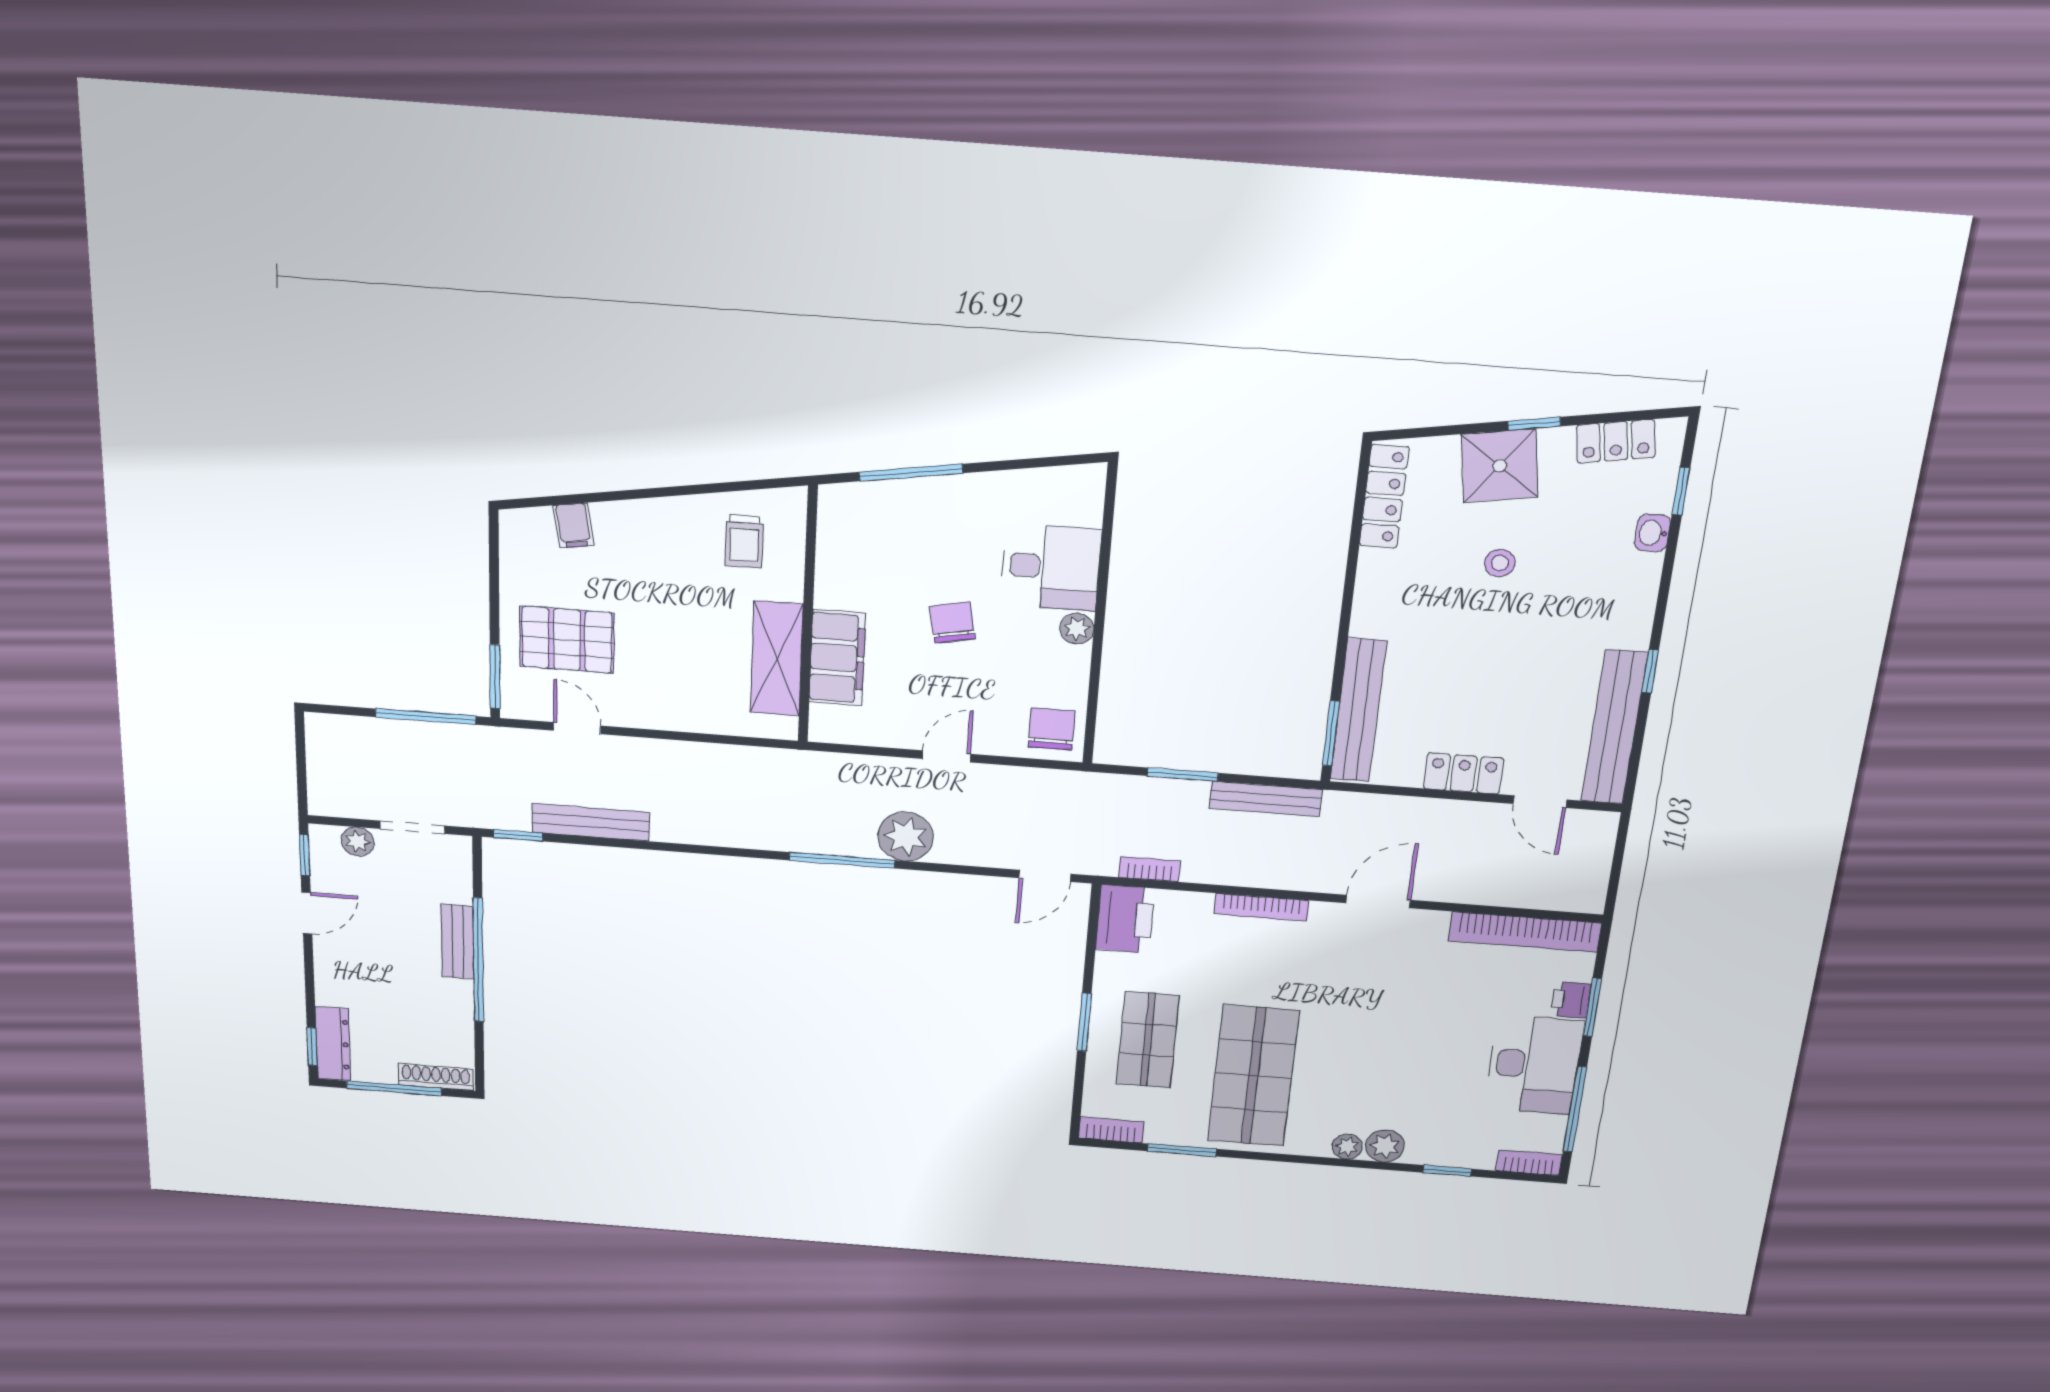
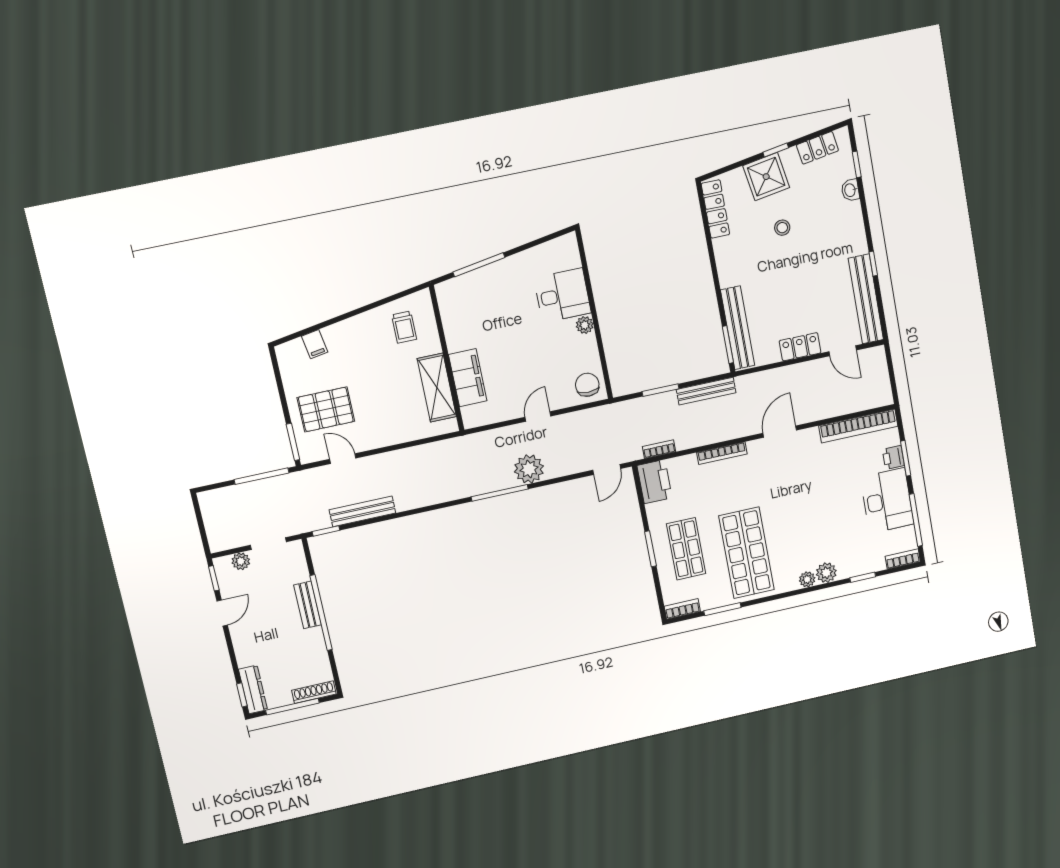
chair: (952, 623) -> (521, 341), removed

